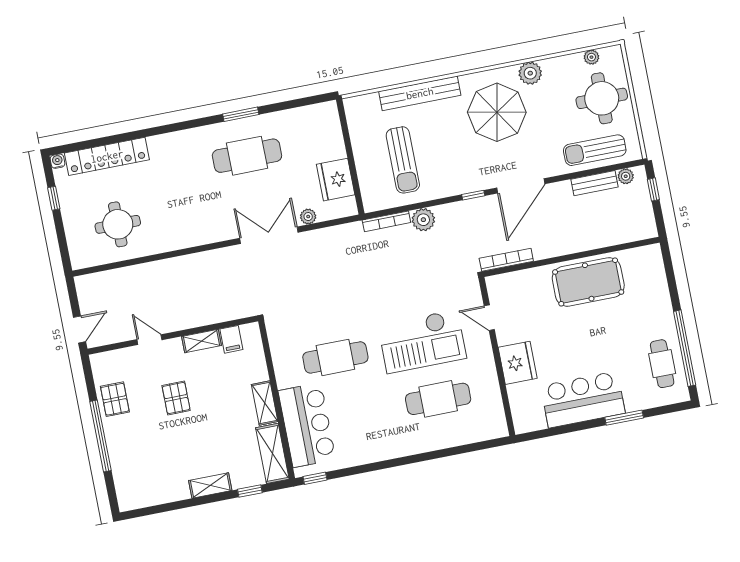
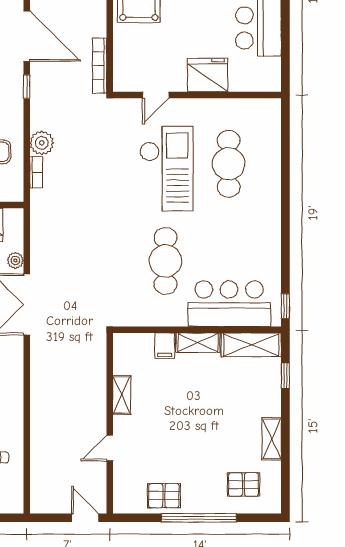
bookcase: (386, 221) -> (36, 172), width x0.64
filing cabinet: (231, 339) -> (165, 346), moved, turned 90
pallet: (176, 398) -> (243, 485), moved
shelving: (210, 485) -> (272, 439), moved

